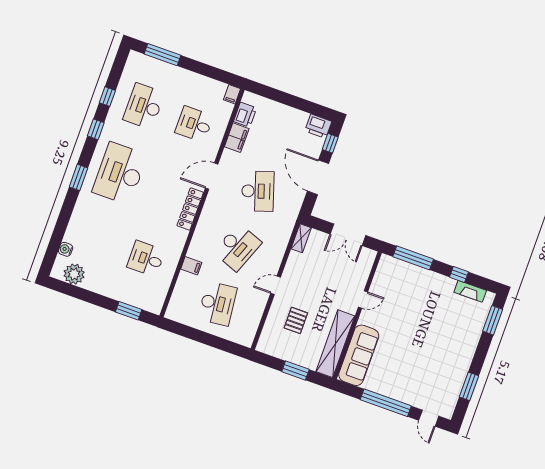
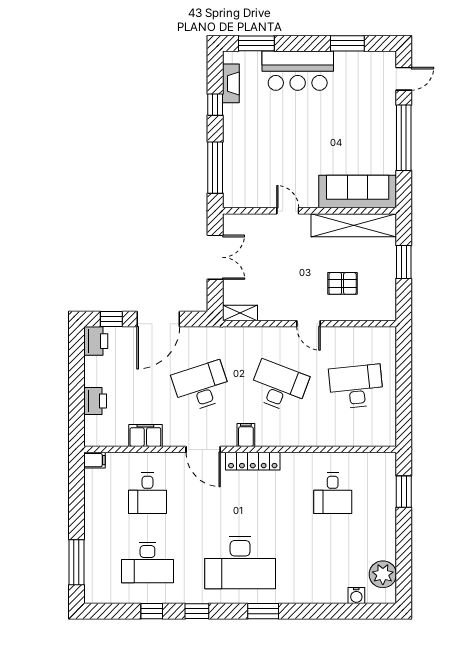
printer: (245, 115) -> (95, 401), moved, turned 90
filing cabinet: (191, 266) -> (246, 435), moved
bar counter: (462, 343) -> (298, 71), added

